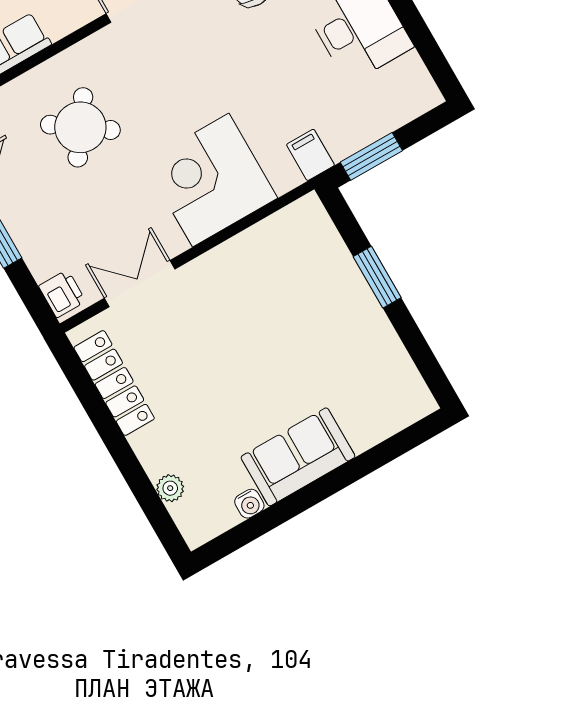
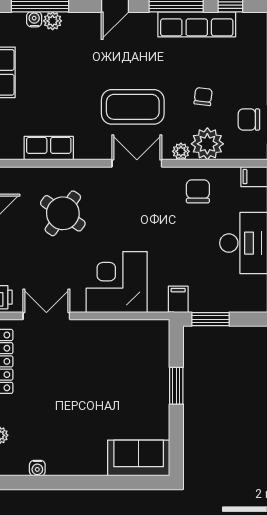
sofa: (298, 457) -> (139, 458), moved

